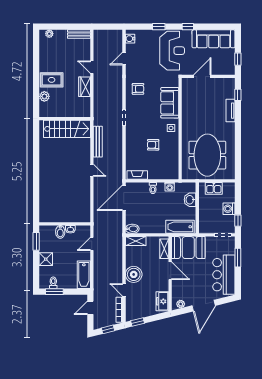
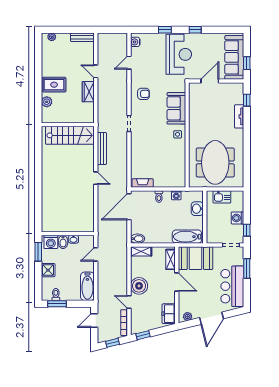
sofa: (214, 39) -> (234, 57), moved, turned 90
armchair: (153, 145) -> (159, 152), removed
washing machine: (48, 232) -> (51, 242), added

